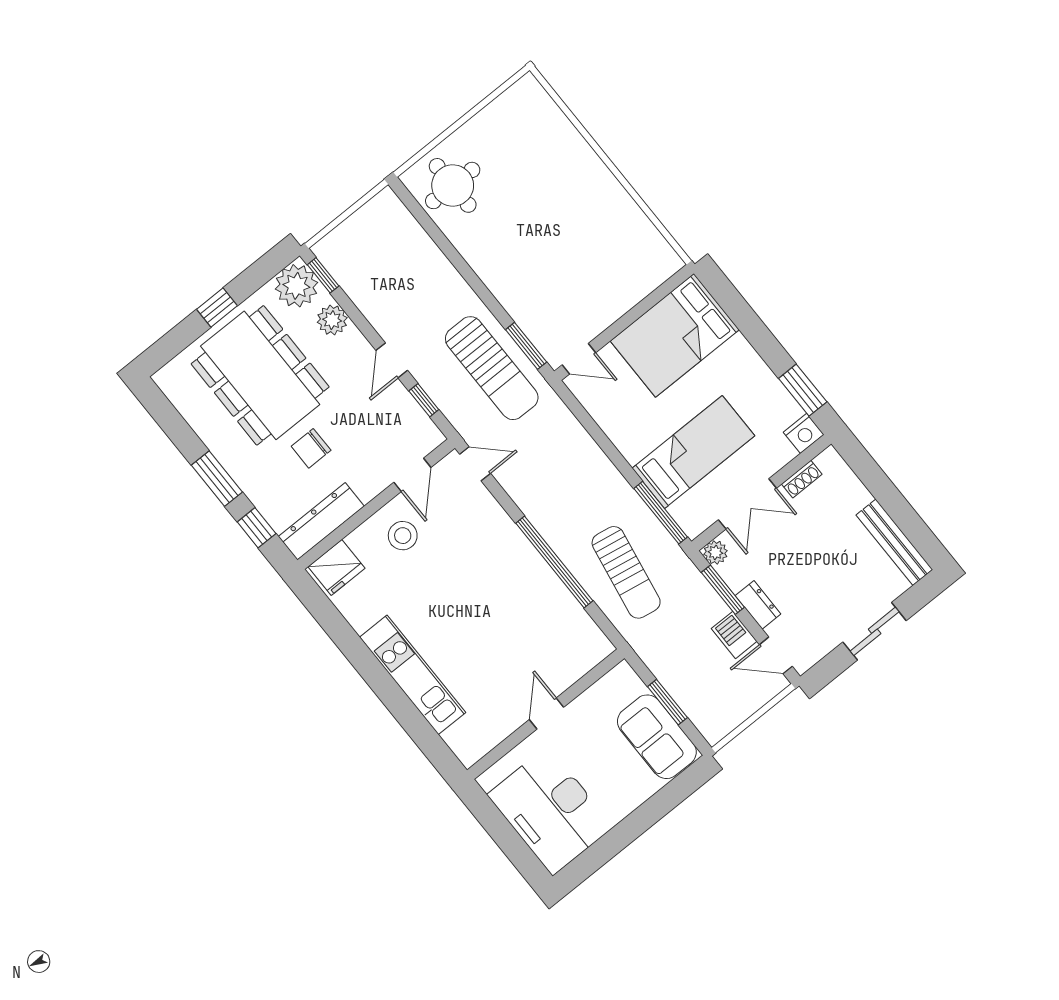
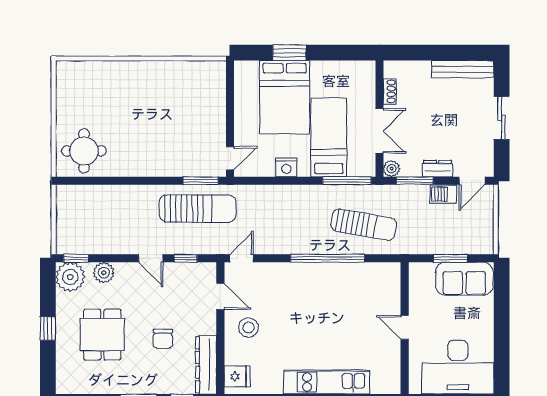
bed: (675, 335) -> (285, 97), moved
dining table: (260, 375) -> (102, 335), width x0.53, depth x0.80
window: (803, 390) -> (289, 53), moved
nightstand: (804, 433) -> (286, 167), moved, turned 90
fridge: (336, 567) -> (237, 376), width x0.72

